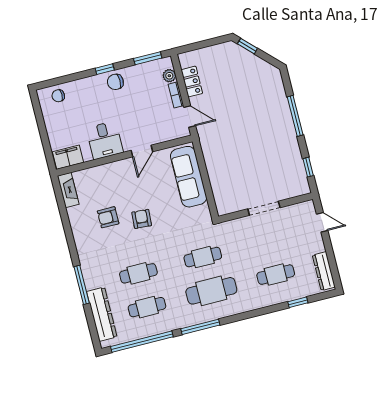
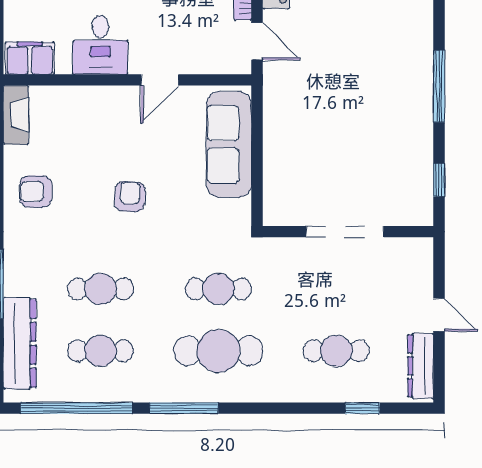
doorway: (264, 208) -> (345, 232), width x1.36
armchair: (108, 217) -> (36, 192), moved
door: (322, 222) -> (439, 315), moved

